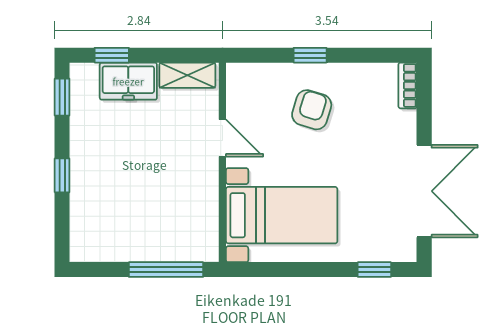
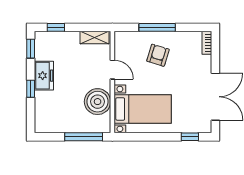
window: (310, 55) -> (157, 27), width x2.17
freezer: (128, 81) -> (44, 76), moved, turned -90
boiler: (193, 201) -> (98, 102), added

